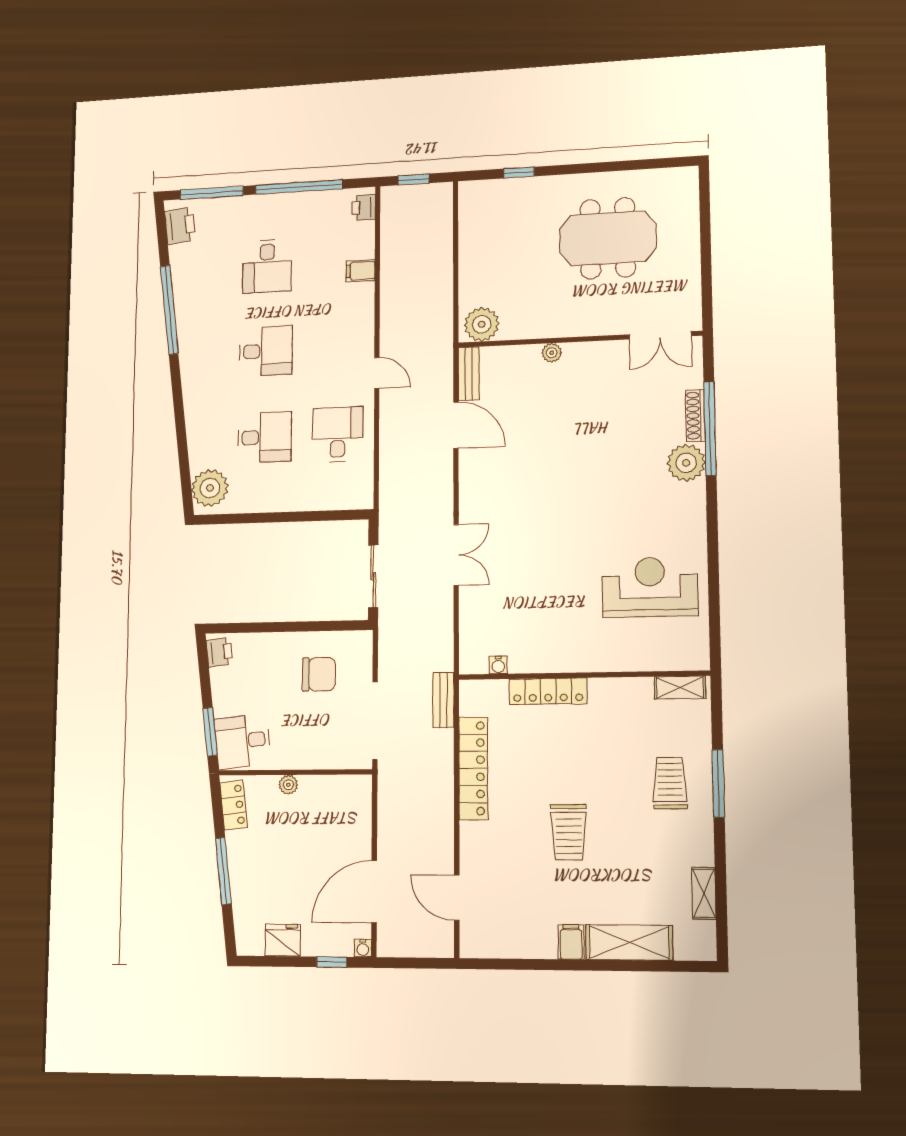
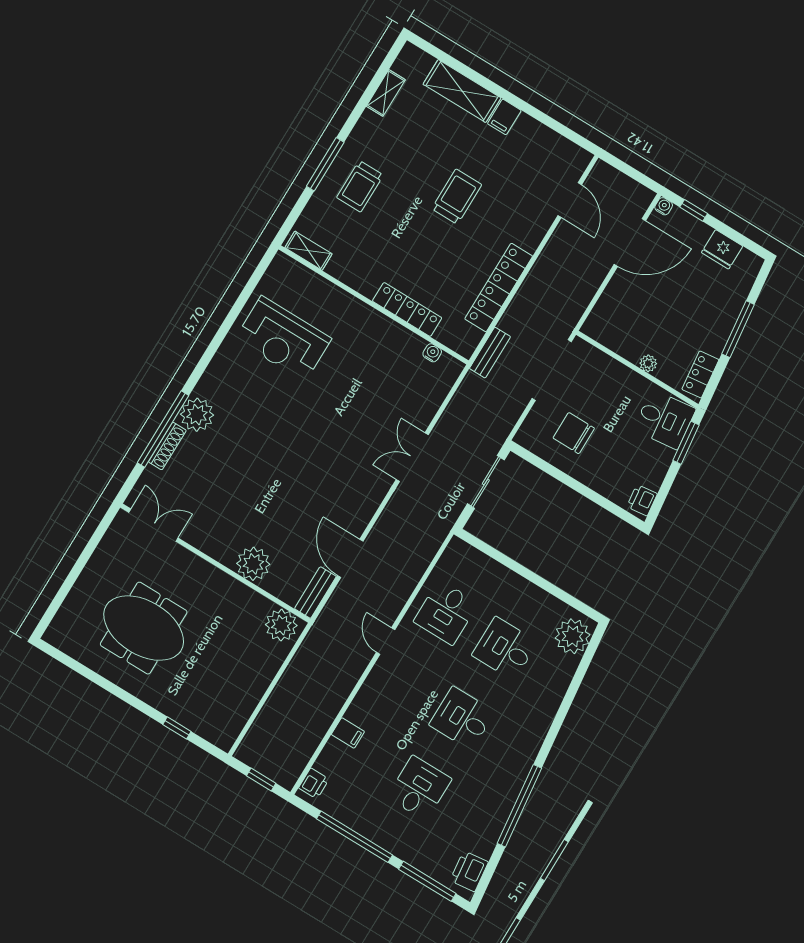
plant: (552, 353) -> (253, 564), width x1.87, depth x1.87

